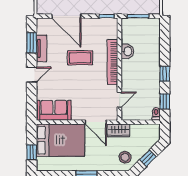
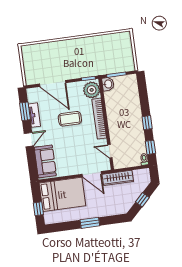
plant: (108, 29) -> (92, 90), added
washbasin: (127, 51) -> (108, 84), moved
door: (119, 100) -> (110, 151), swing flipped
sofa: (54, 110) -> (45, 161), moved, turned 90
wardrobe: (118, 130) -> (118, 178), width x1.50
stool: (125, 157) -> (122, 202), removed

